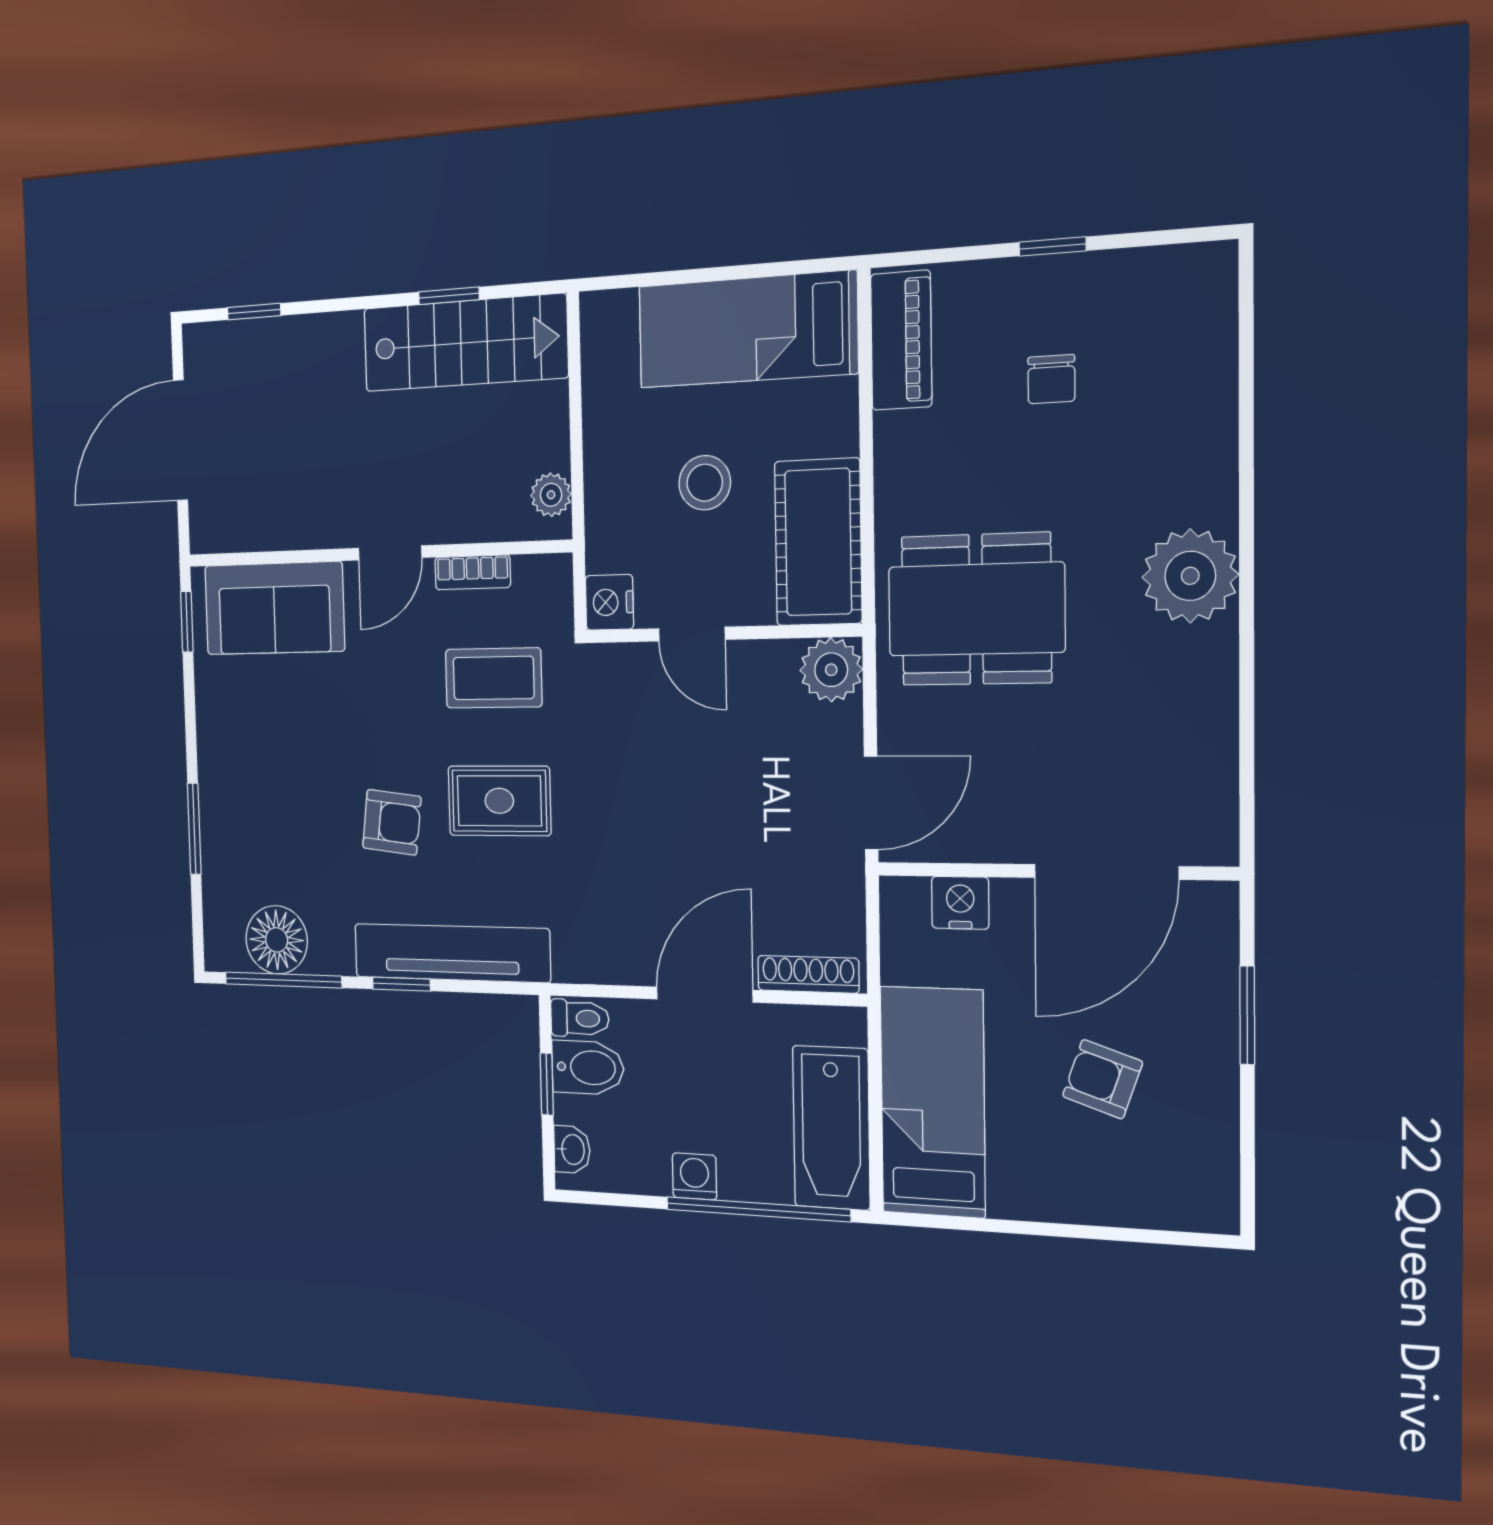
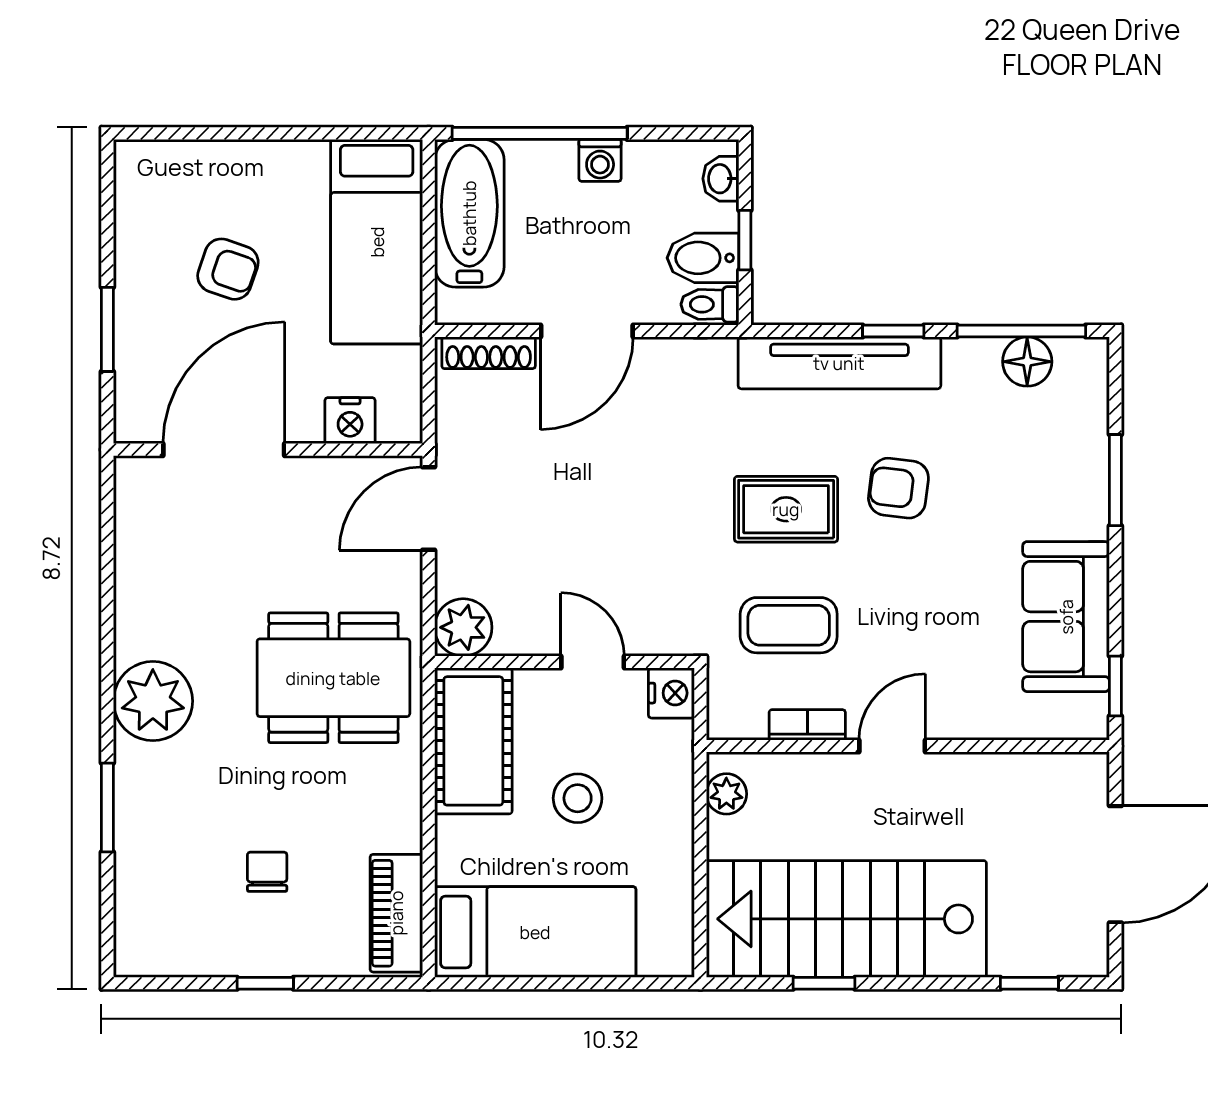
stairs: (465, 343) -> (846, 919), width x1.36, depth x1.51
window: (1246, 445) -> (107, 807), added
sofa: (274, 608) -> (1066, 617), moved, turned -90
floor lamp: (277, 940) -> (1027, 362), width x0.73, depth x0.73

